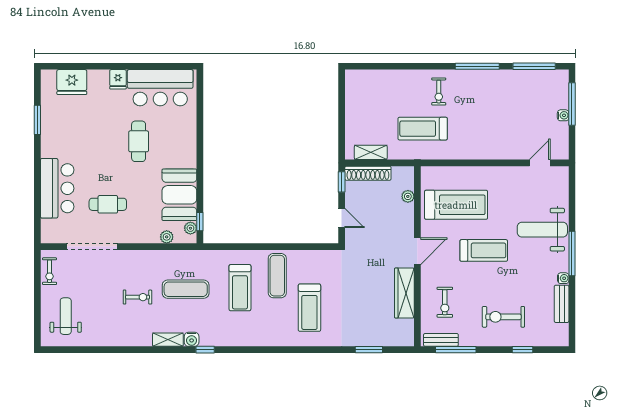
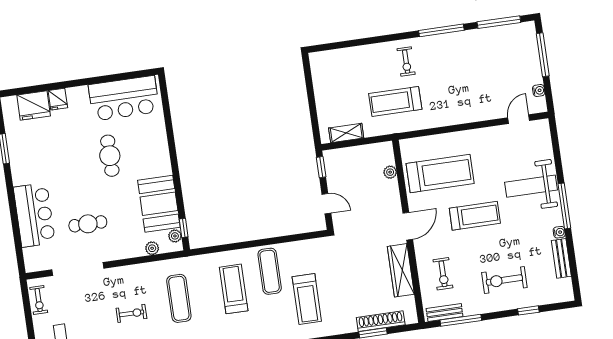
fridge: (118, 79) -> (58, 99), moved
water cooler: (563, 115) -> (539, 90), moved
shoe rack: (368, 173) -> (381, 321), moved, turned 180
treadmill: (240, 288) -> (234, 289), turned 180
exercise mat: (186, 289) -> (179, 298), turned 90

